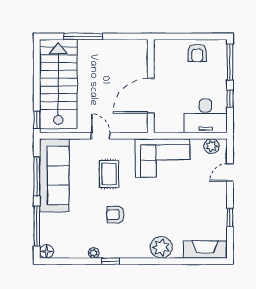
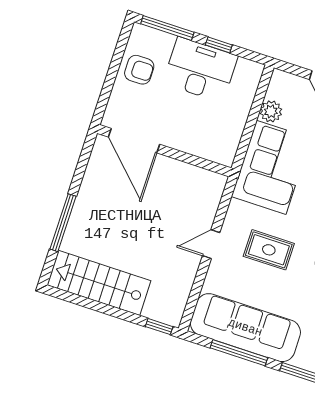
stairs: (58, 84) -> (99, 283), width x0.73, depth x0.66
door: (151, 96) -> (134, 141), moved
desk: (205, 116) -> (200, 70), moved, turned -90
plant: (211, 146) -> (271, 111), moved

